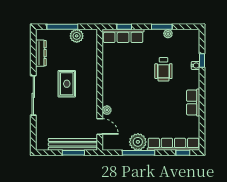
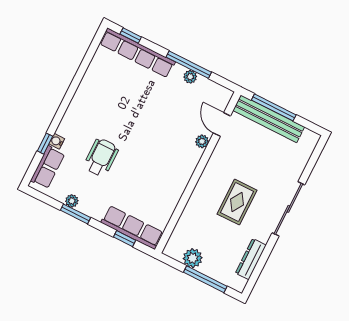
row of seats: (193, 103) -> (48, 167), moved
plant: (138, 142) -> (190, 77), width x0.53, depth x0.53
window: (73, 153) -> (274, 107), width x1.44

